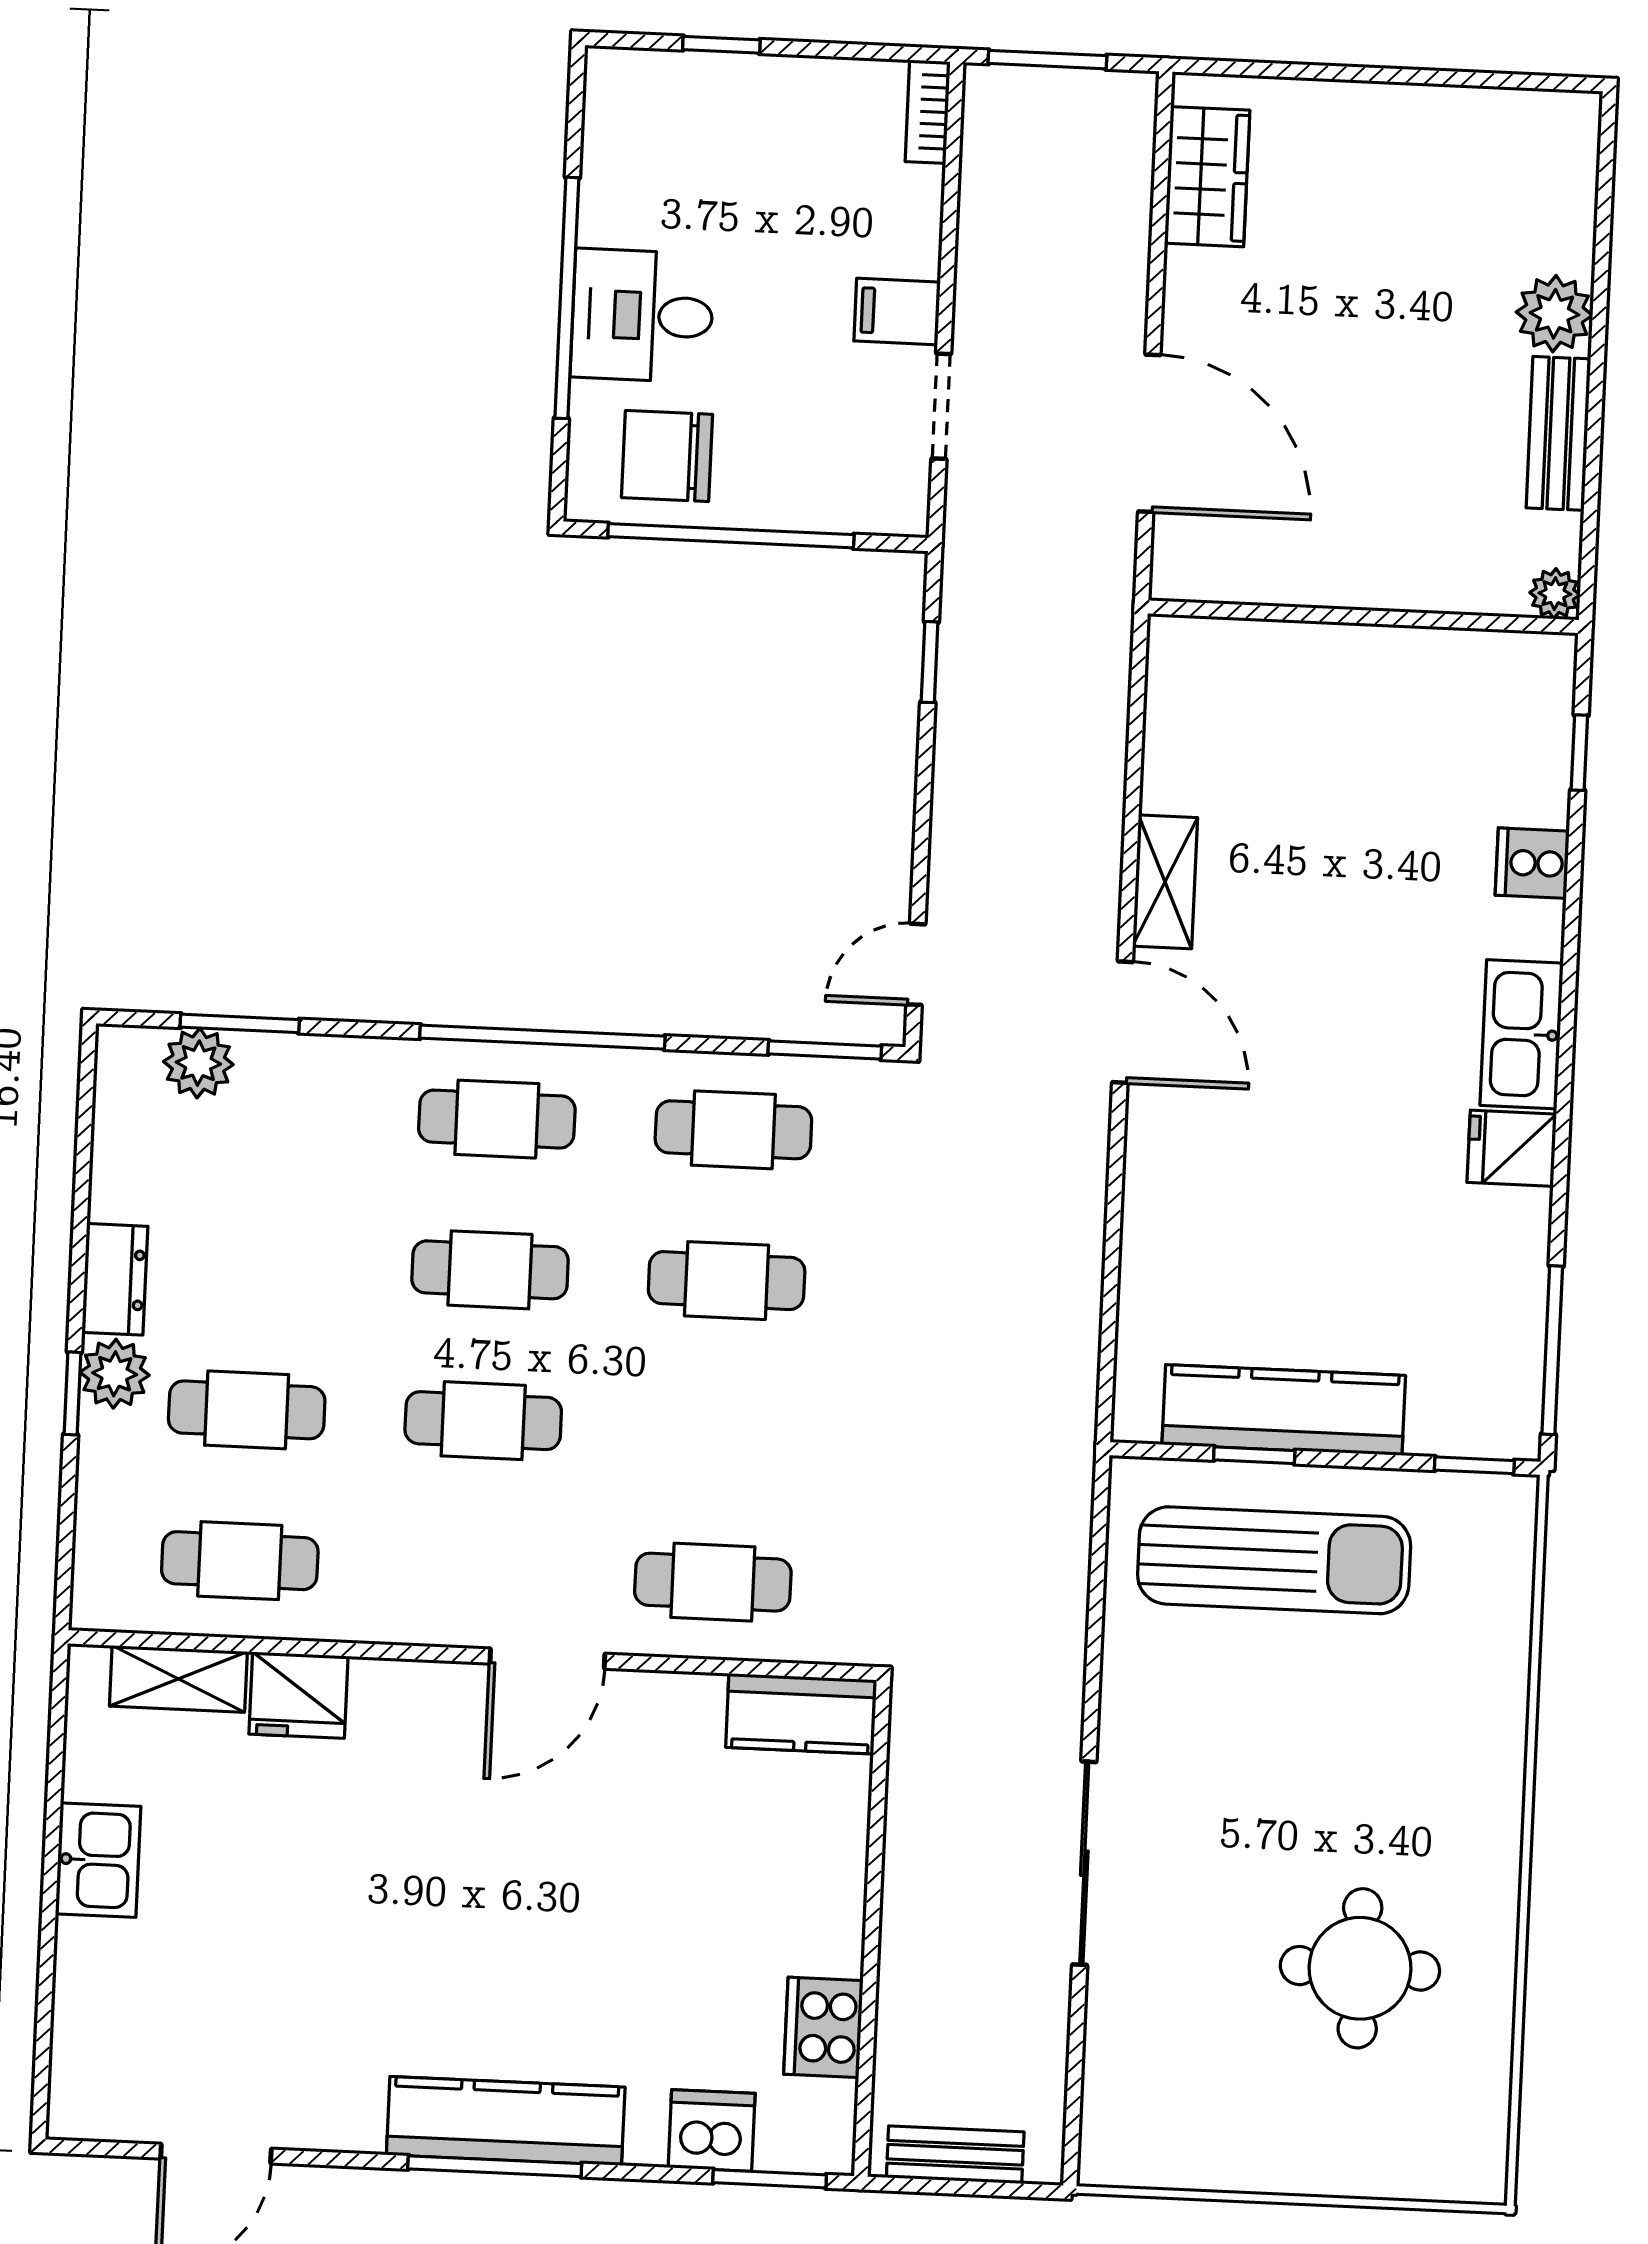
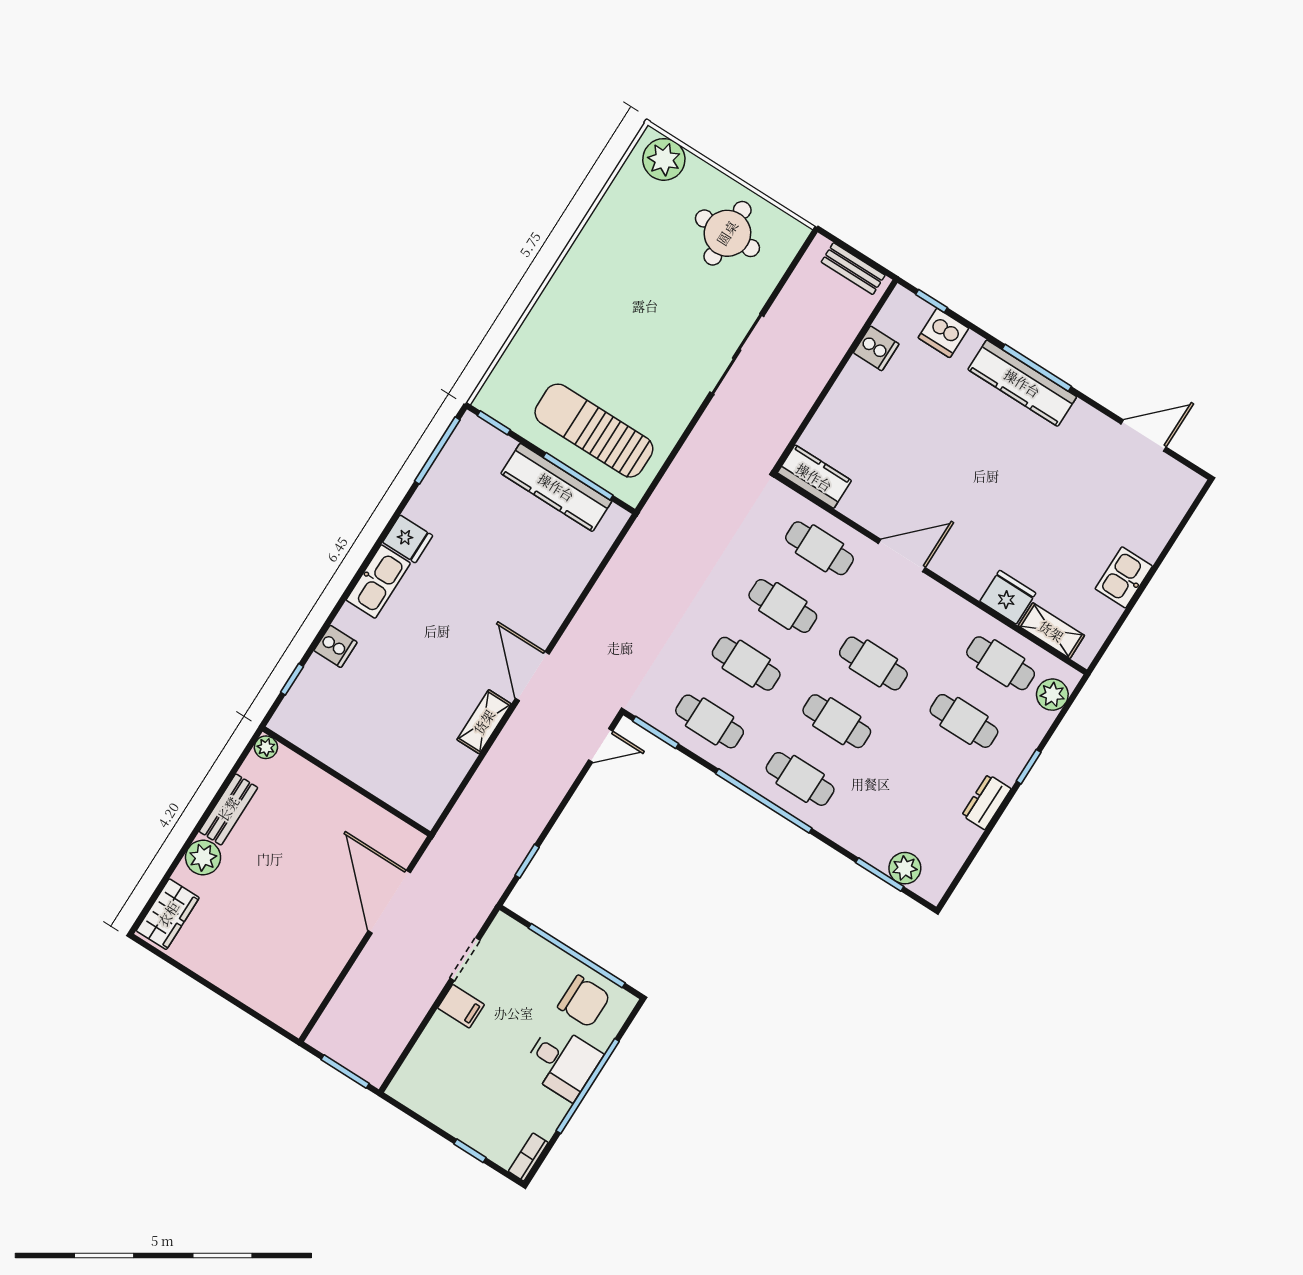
bookcase: (928, 112) -> (528, 1157), moved, turned 180
wardrobe: (1207, 177) -> (168, 914), moved, turned 180
plant: (115, 1374) -> (1052, 695), moved
cafe table: (720, 1431) -> (783, 606), added
window: (1254, 1455) -> (578, 476), width x2.17
round table: (1360, 1968) -> (727, 233), moved
cooker: (823, 2027) -> (876, 348), width x0.73
plant: (1437, 2156) -> (664, 159), added
window: (770, 2179) -> (931, 301), width x0.67

